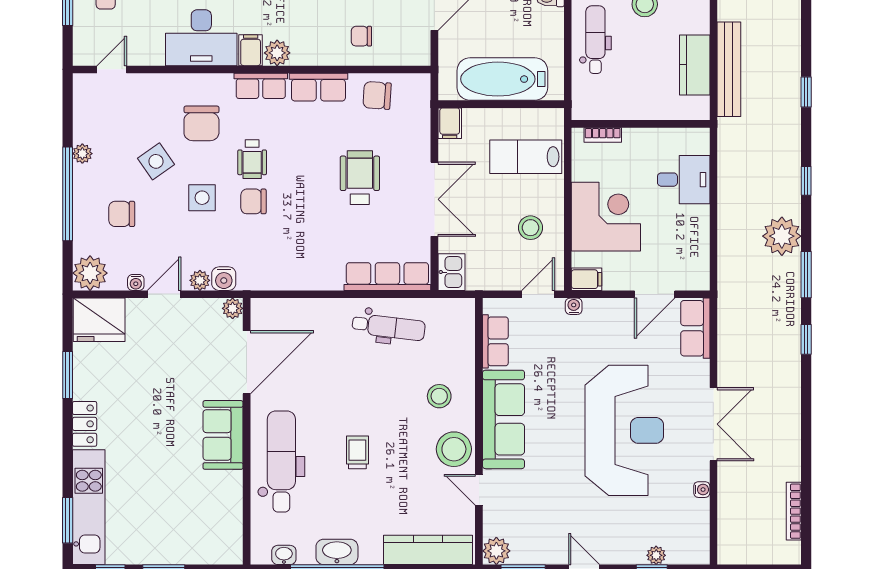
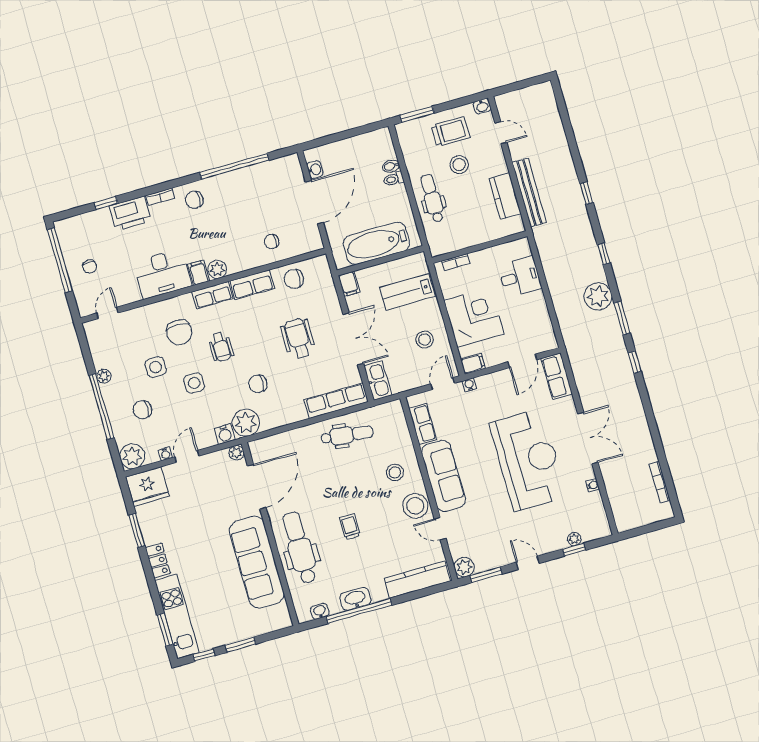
side table: (156, 161) -> (156, 367), turned 35
chair: (253, 201) -> (258, 384), moved
kitchen sink: (451, 272) -> (378, 380), width x1.38
plant: (200, 280) -> (246, 423), moved, width x1.87, depth x1.87
sofa: (223, 435) -> (257, 562), width x1.85, depth x1.27

